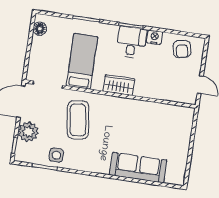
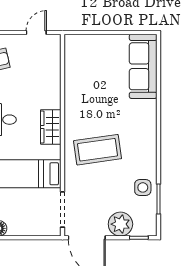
coffee table: (78, 120) -> (98, 150), moved
sofa: (138, 168) -> (143, 66), moved

